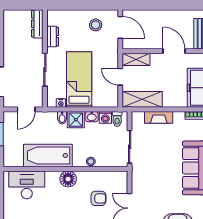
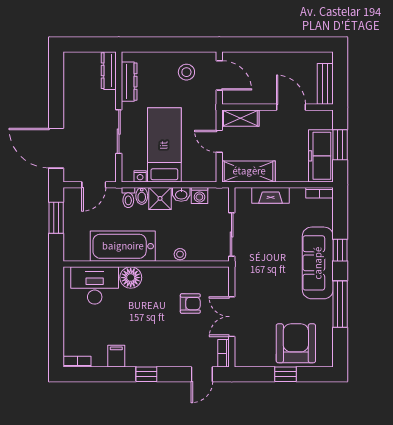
dresser: (53, 37) -> (129, 82), width x1.44
toilet: (117, 119) -> (128, 198), moved
floor lamp: (68, 179) -> (131, 278), moved

